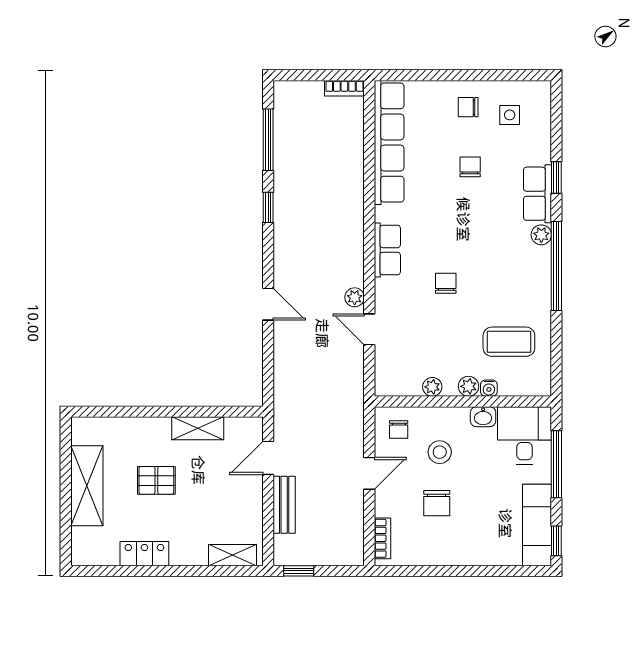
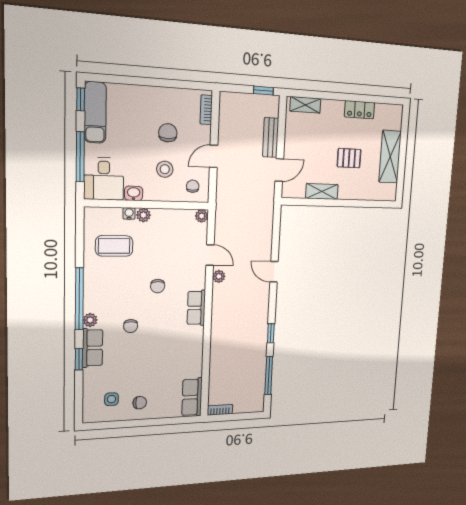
row of seats: (389, 142) -> (192, 397), width x0.50
chair: (470, 167) -> (131, 326), moved
plant: (432, 387) -> (202, 216), moved

